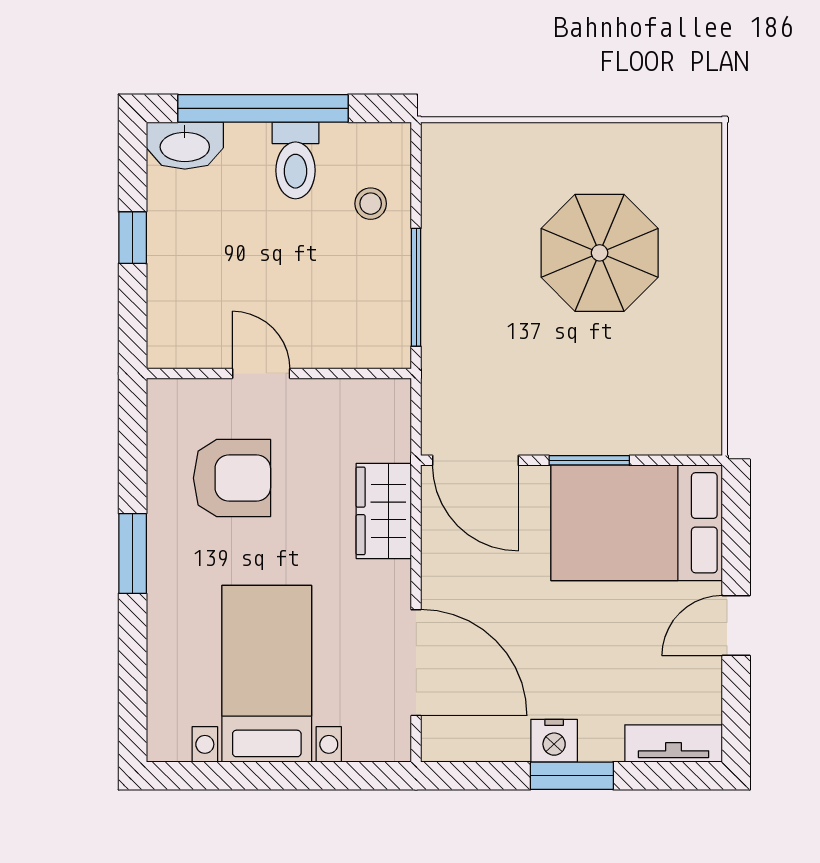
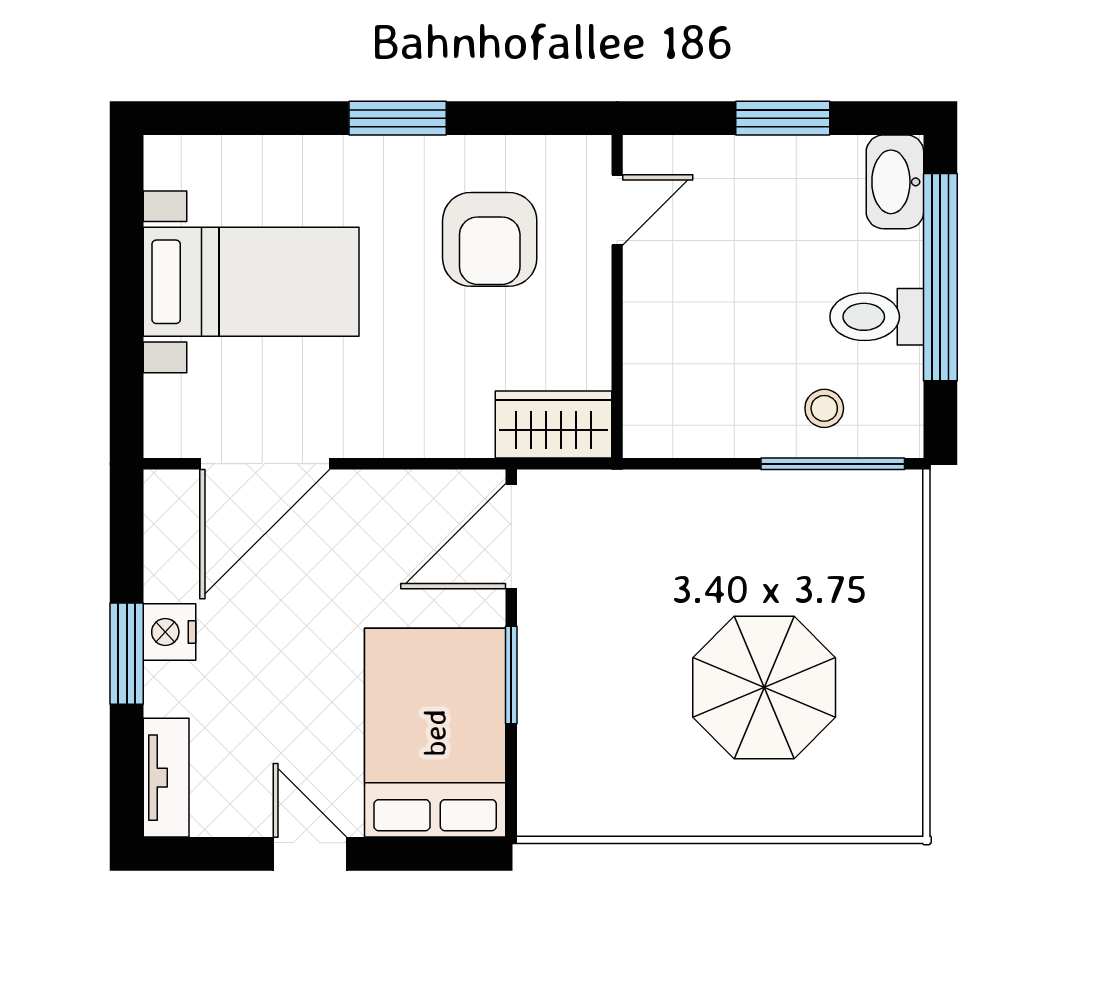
window: (133, 238) -> (783, 118), width x1.50
window: (416, 287) -> (833, 464), moved
door: (261, 373) -> (617, 210), moved
wardrobe: (384, 511) -> (553, 424), moved

